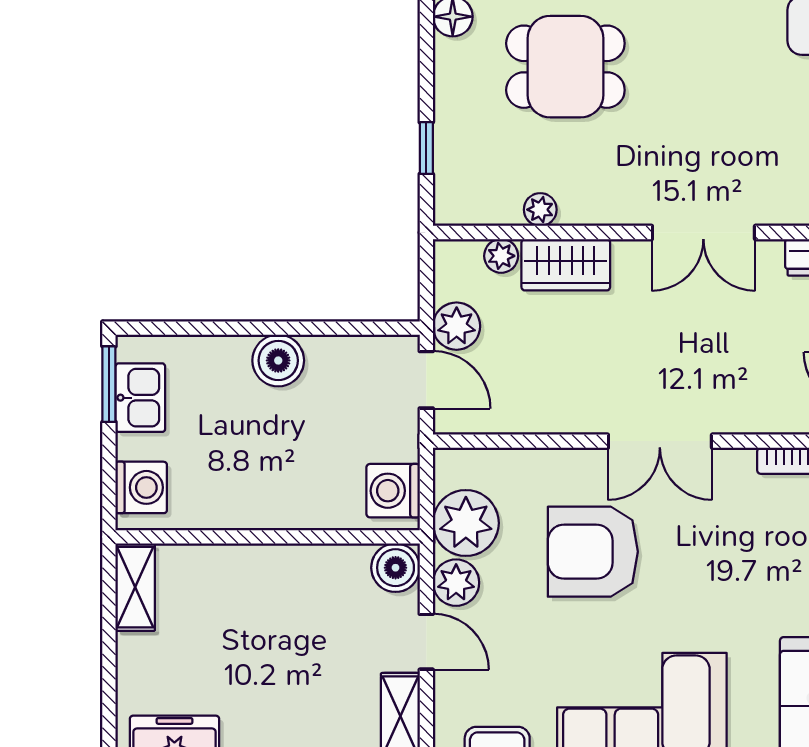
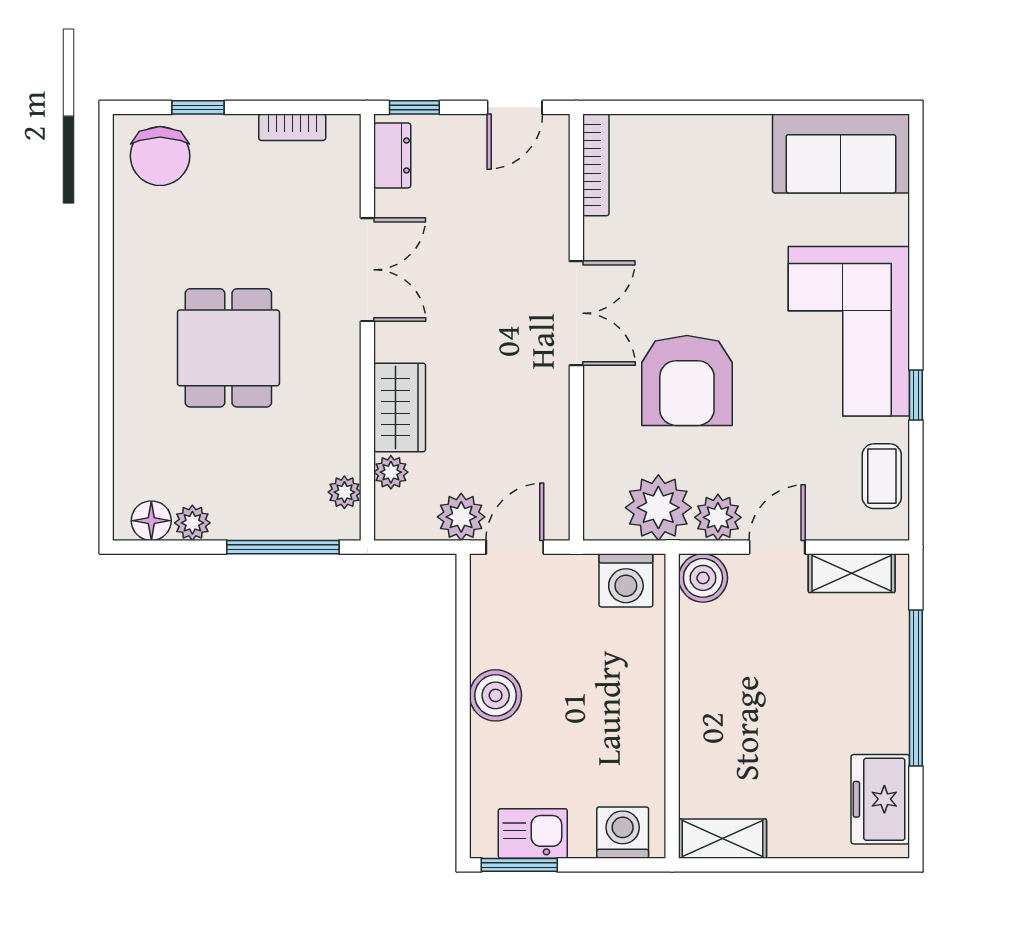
plant: (451, 58) -> (192, 523), added
dining table: (565, 67) -> (228, 348), moved
window: (426, 148) -> (283, 547), width x2.17
plant: (540, 210) -> (344, 492), moved

